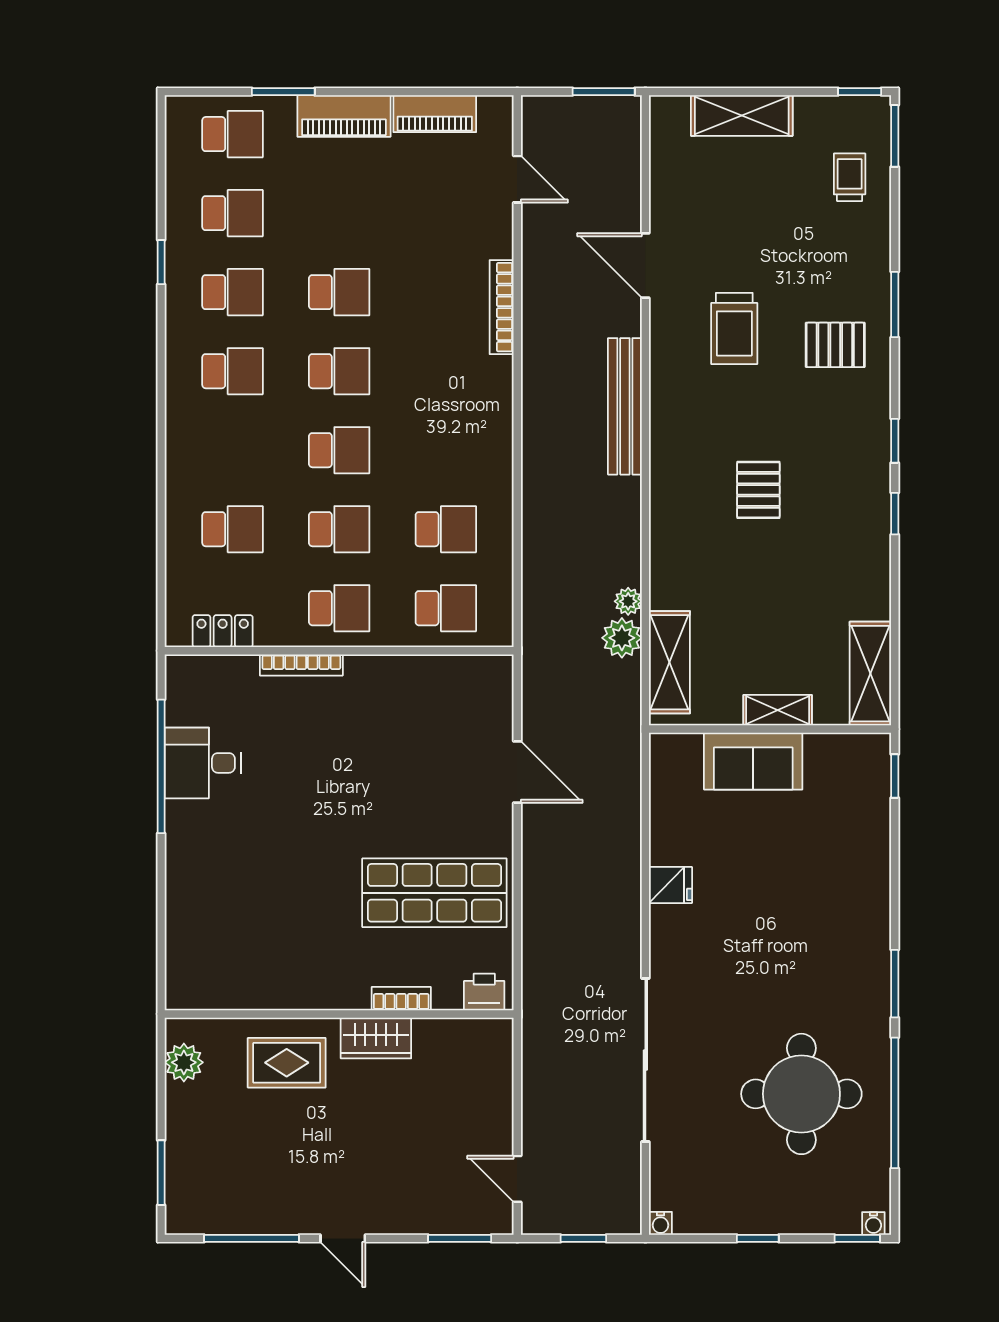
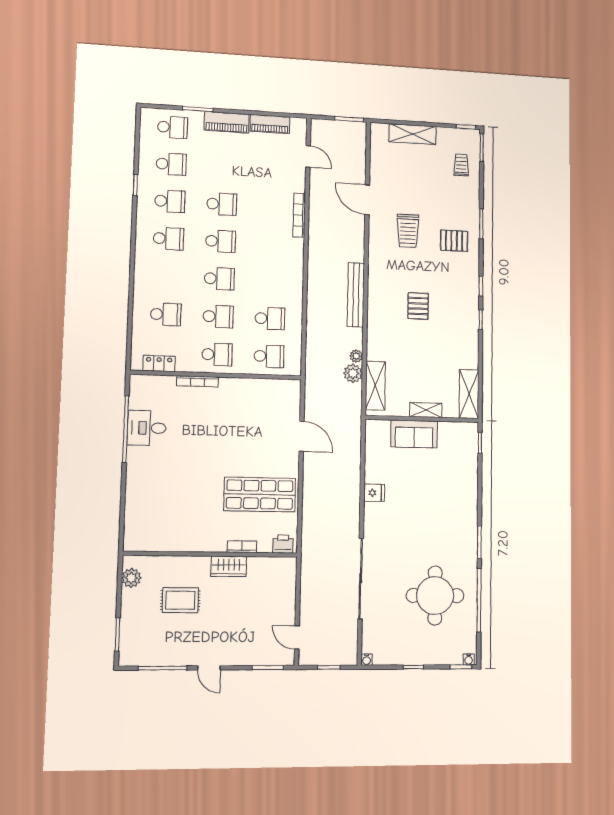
bench: (625, 406) -> (356, 295), moved
rug: (287, 1063) -> (180, 600), moved

